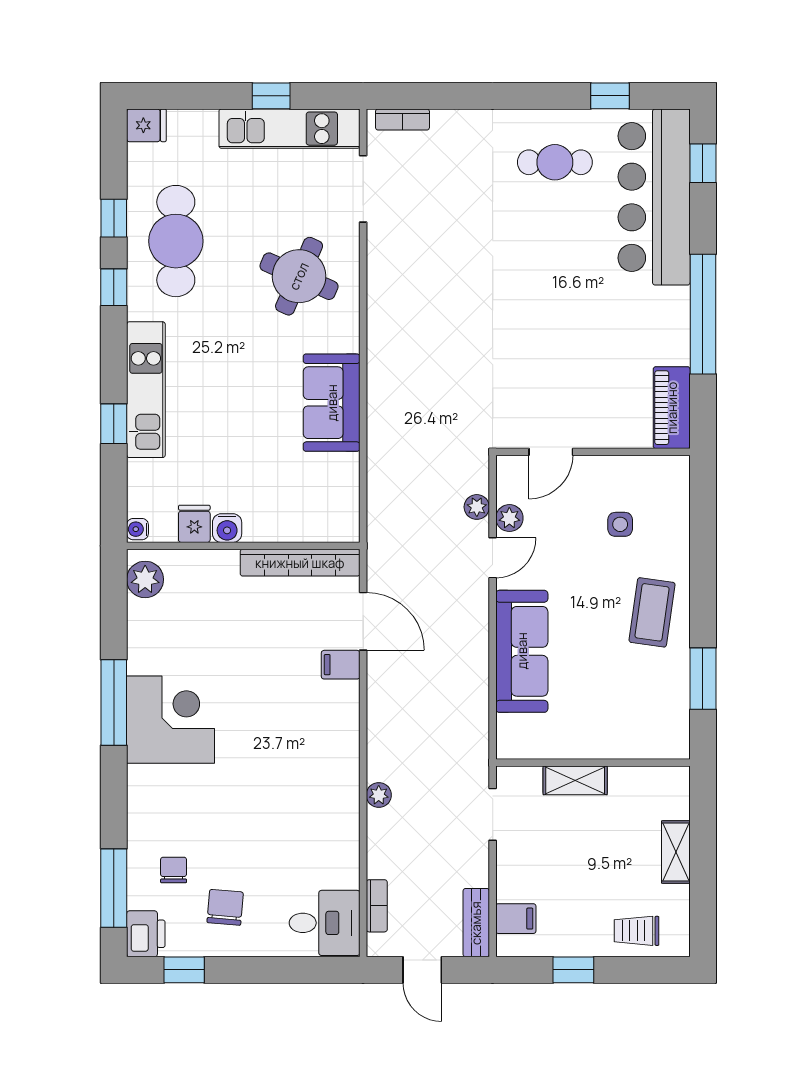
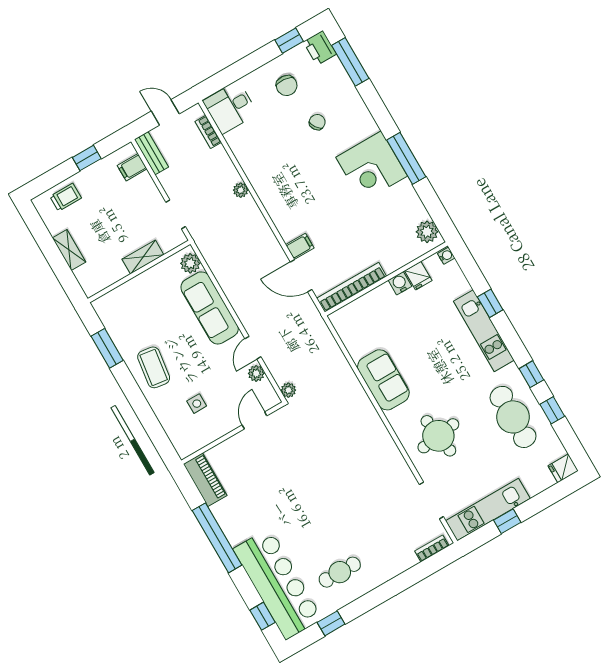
round table: (299, 276) -> (438, 436), turned -32
plant: (477, 507) -> (288, 390), moved
plant: (512, 732) -> (190, 263), added
chair: (174, 870) -> (317, 122), moved, turned -125

